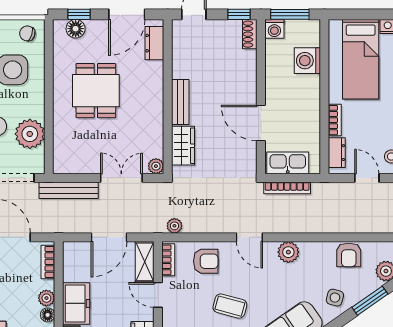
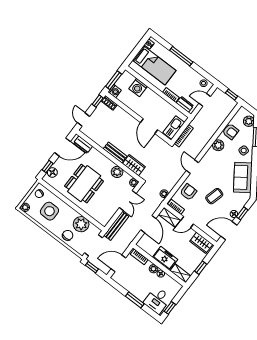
door: (127, 14) -> (62, 147), hinge flipped
dining table: (96, 91) -> (84, 184), width x1.38
door: (261, 123) -> (149, 126), hinge flipped
plant: (153, 128) -> (117, 172), added
double door: (121, 178) -> (128, 200), swing flipped
door: (249, 237) -> (192, 167), swing flipped
plant: (288, 252) -> (218, 145), moved

